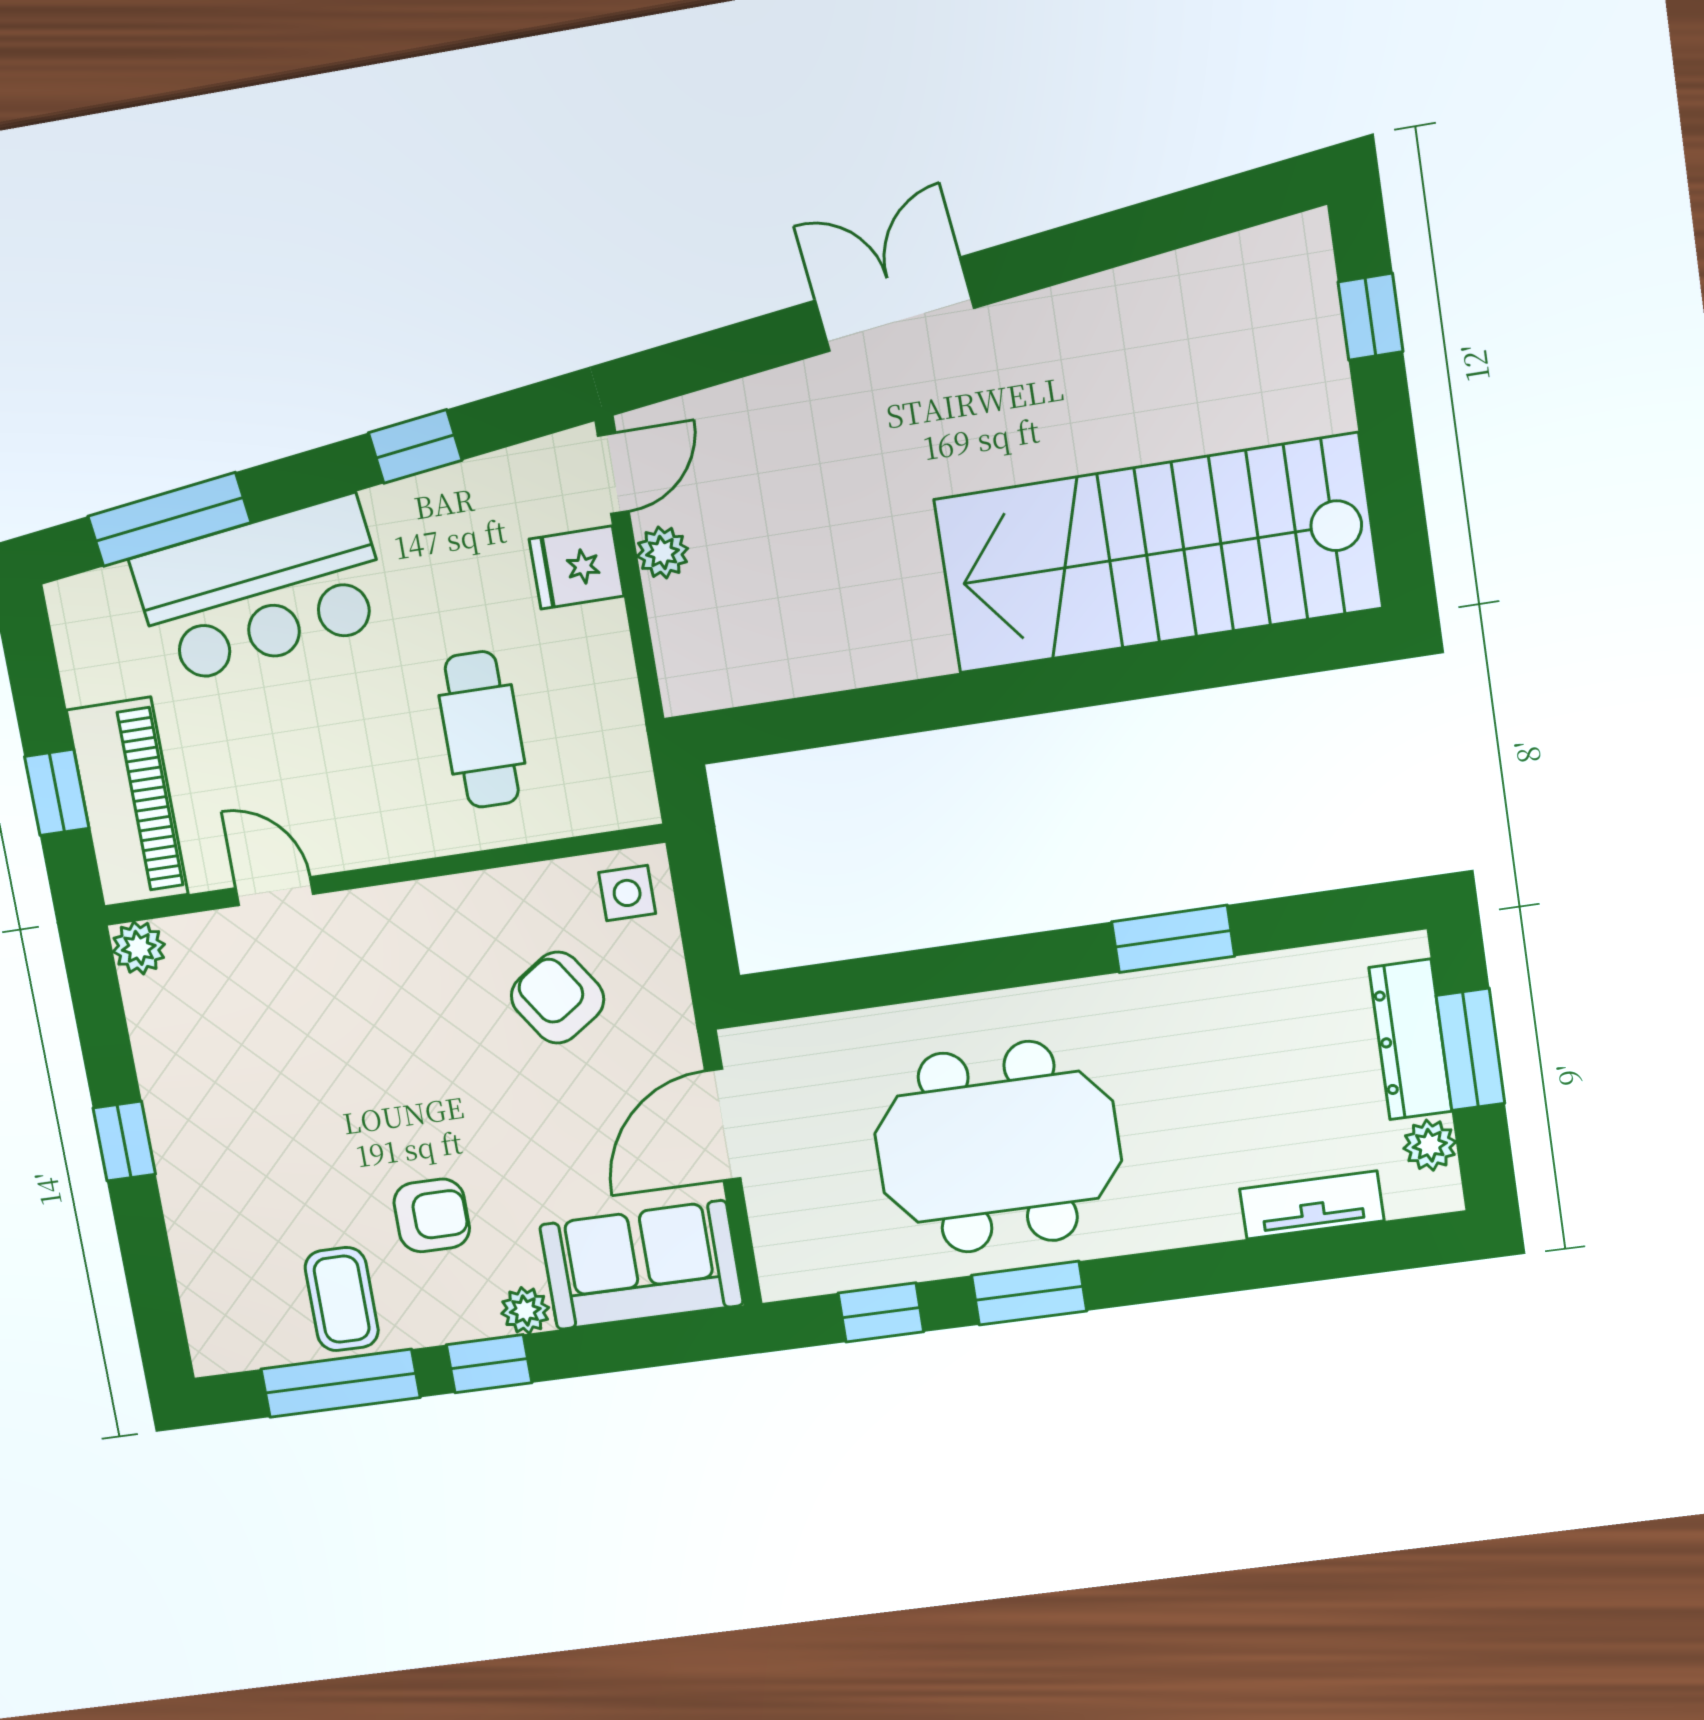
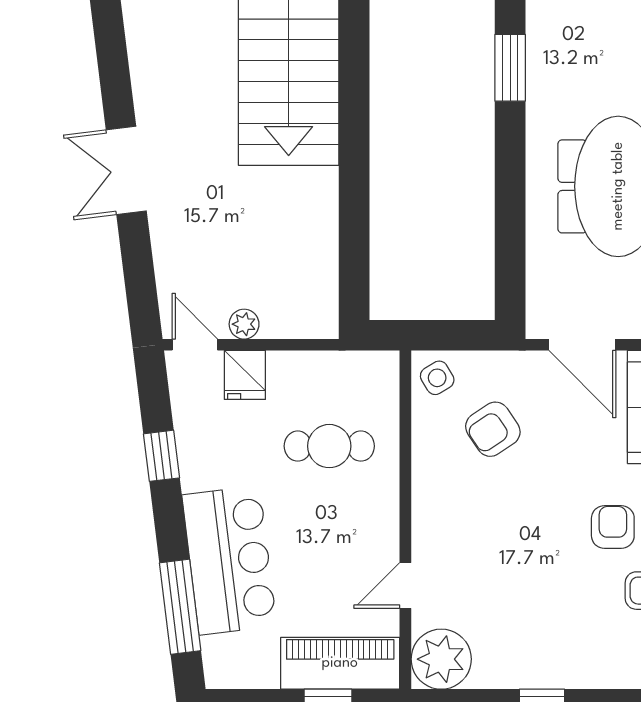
side table: (627, 893) -> (437, 378), turned -31
plant: (139, 948) -> (441, 659), width x1.88, depth x1.88

